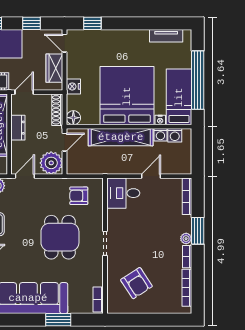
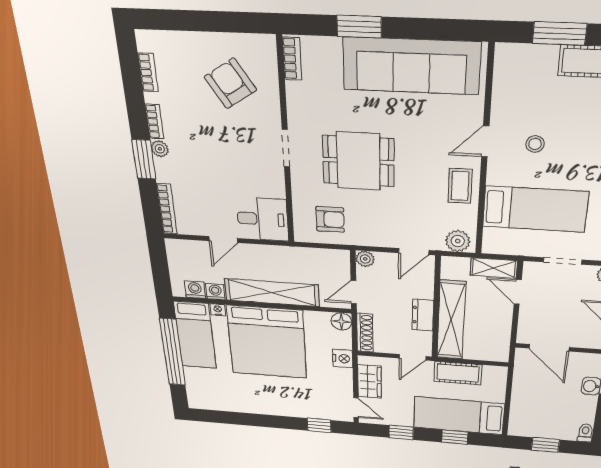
tv unit: (166, 36) -> (221, 404), removed
plant: (51, 163) -> (365, 259), width x0.53, depth x0.53
dining table: (60, 237) -> (358, 161), turned 90
bookcase: (187, 288) -> (148, 73), width x0.64

